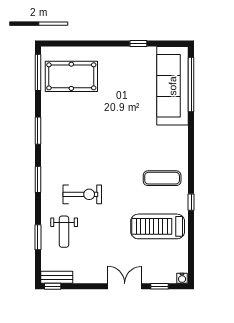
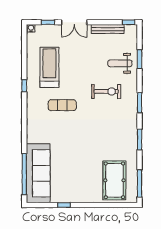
pool table: (71, 76) -> (114, 180), turned 90
exercise mat: (162, 178) -> (62, 105), moved
exercise bike: (82, 194) -> (106, 91), turned 180
treadmill: (158, 226) -> (49, 67), turned -90
weight bench: (64, 232) -> (120, 63), turned -90
bench: (57, 277) -> (108, 29), moved, width x1.36

